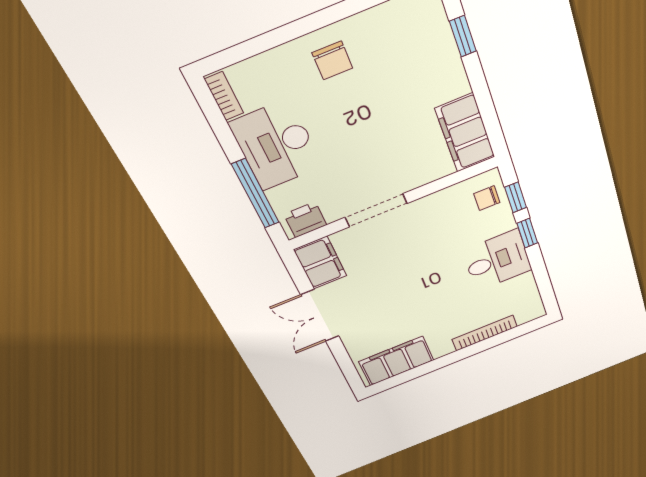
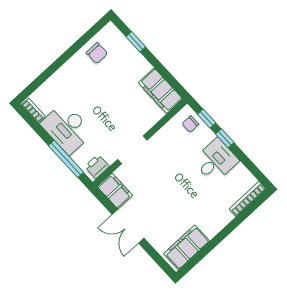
chair: (332, 60) -> (97, 53), moved
bookcase: (485, 333) -> (248, 199), moved

